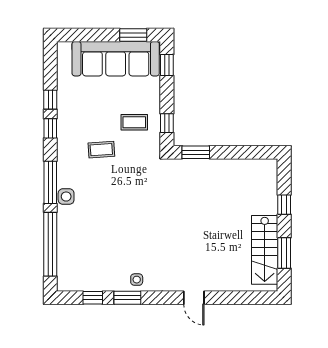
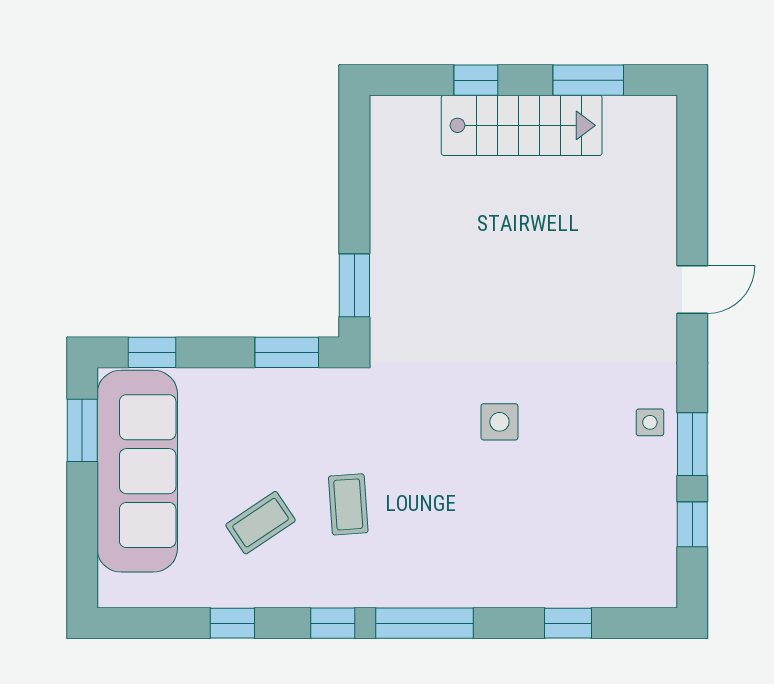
coffee table: (134, 122) -> (261, 523), moved, turned 56
window: (167, 123) -> (287, 352), width x1.50
window: (50, 128) -> (333, 623), moved
side table: (66, 197) -> (499, 422), moved
window: (50, 244) -> (568, 623), width x0.32
stairs: (265, 250) -> (522, 125), moved

